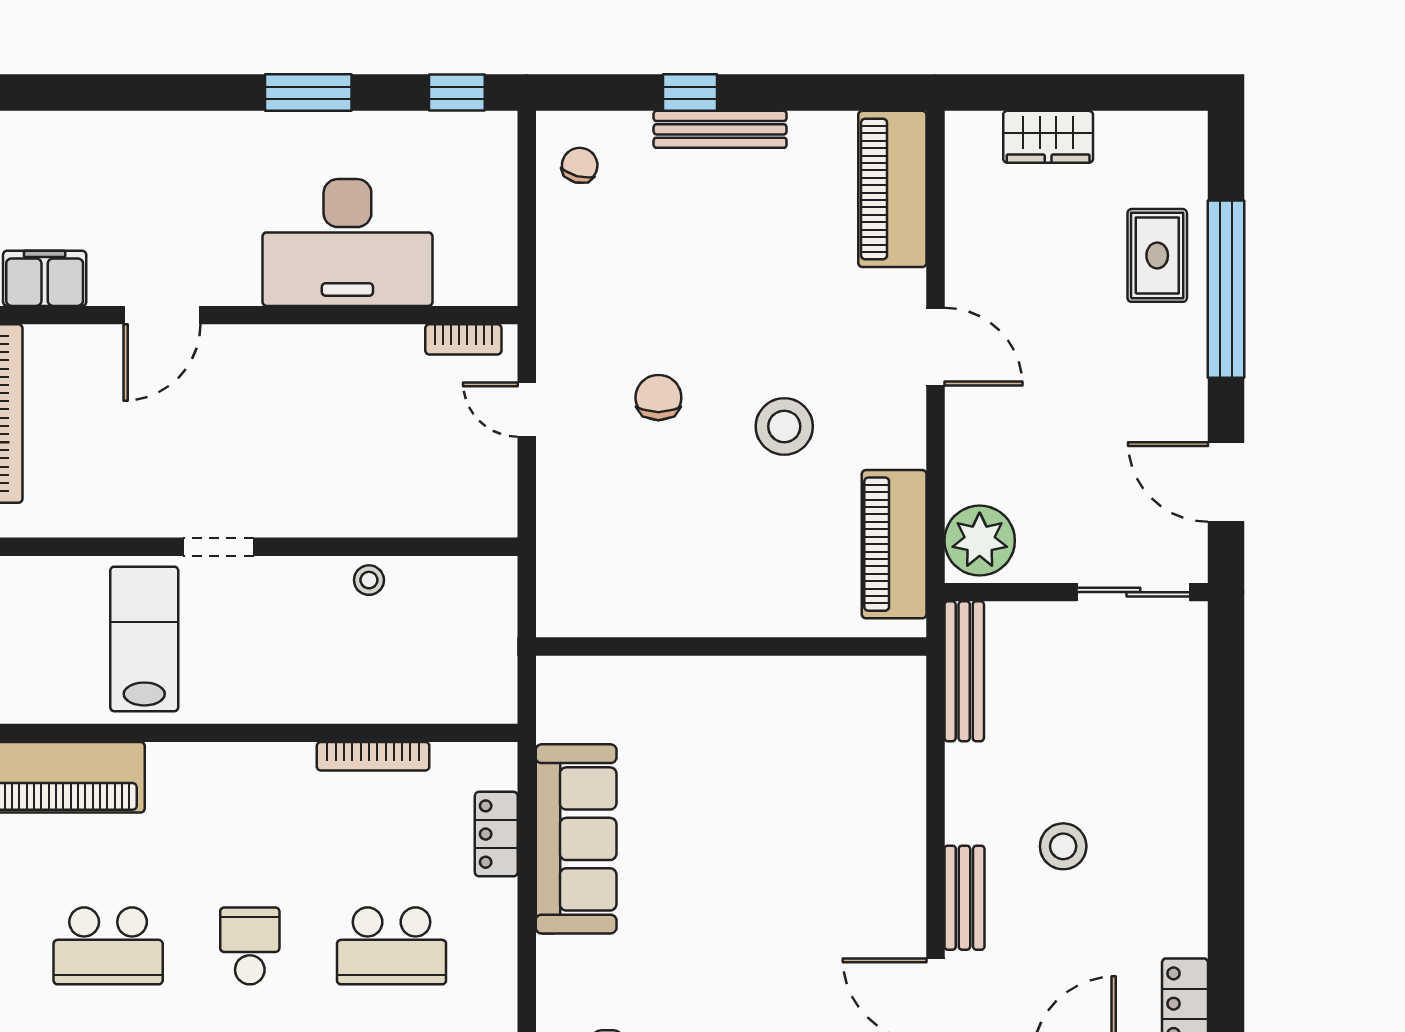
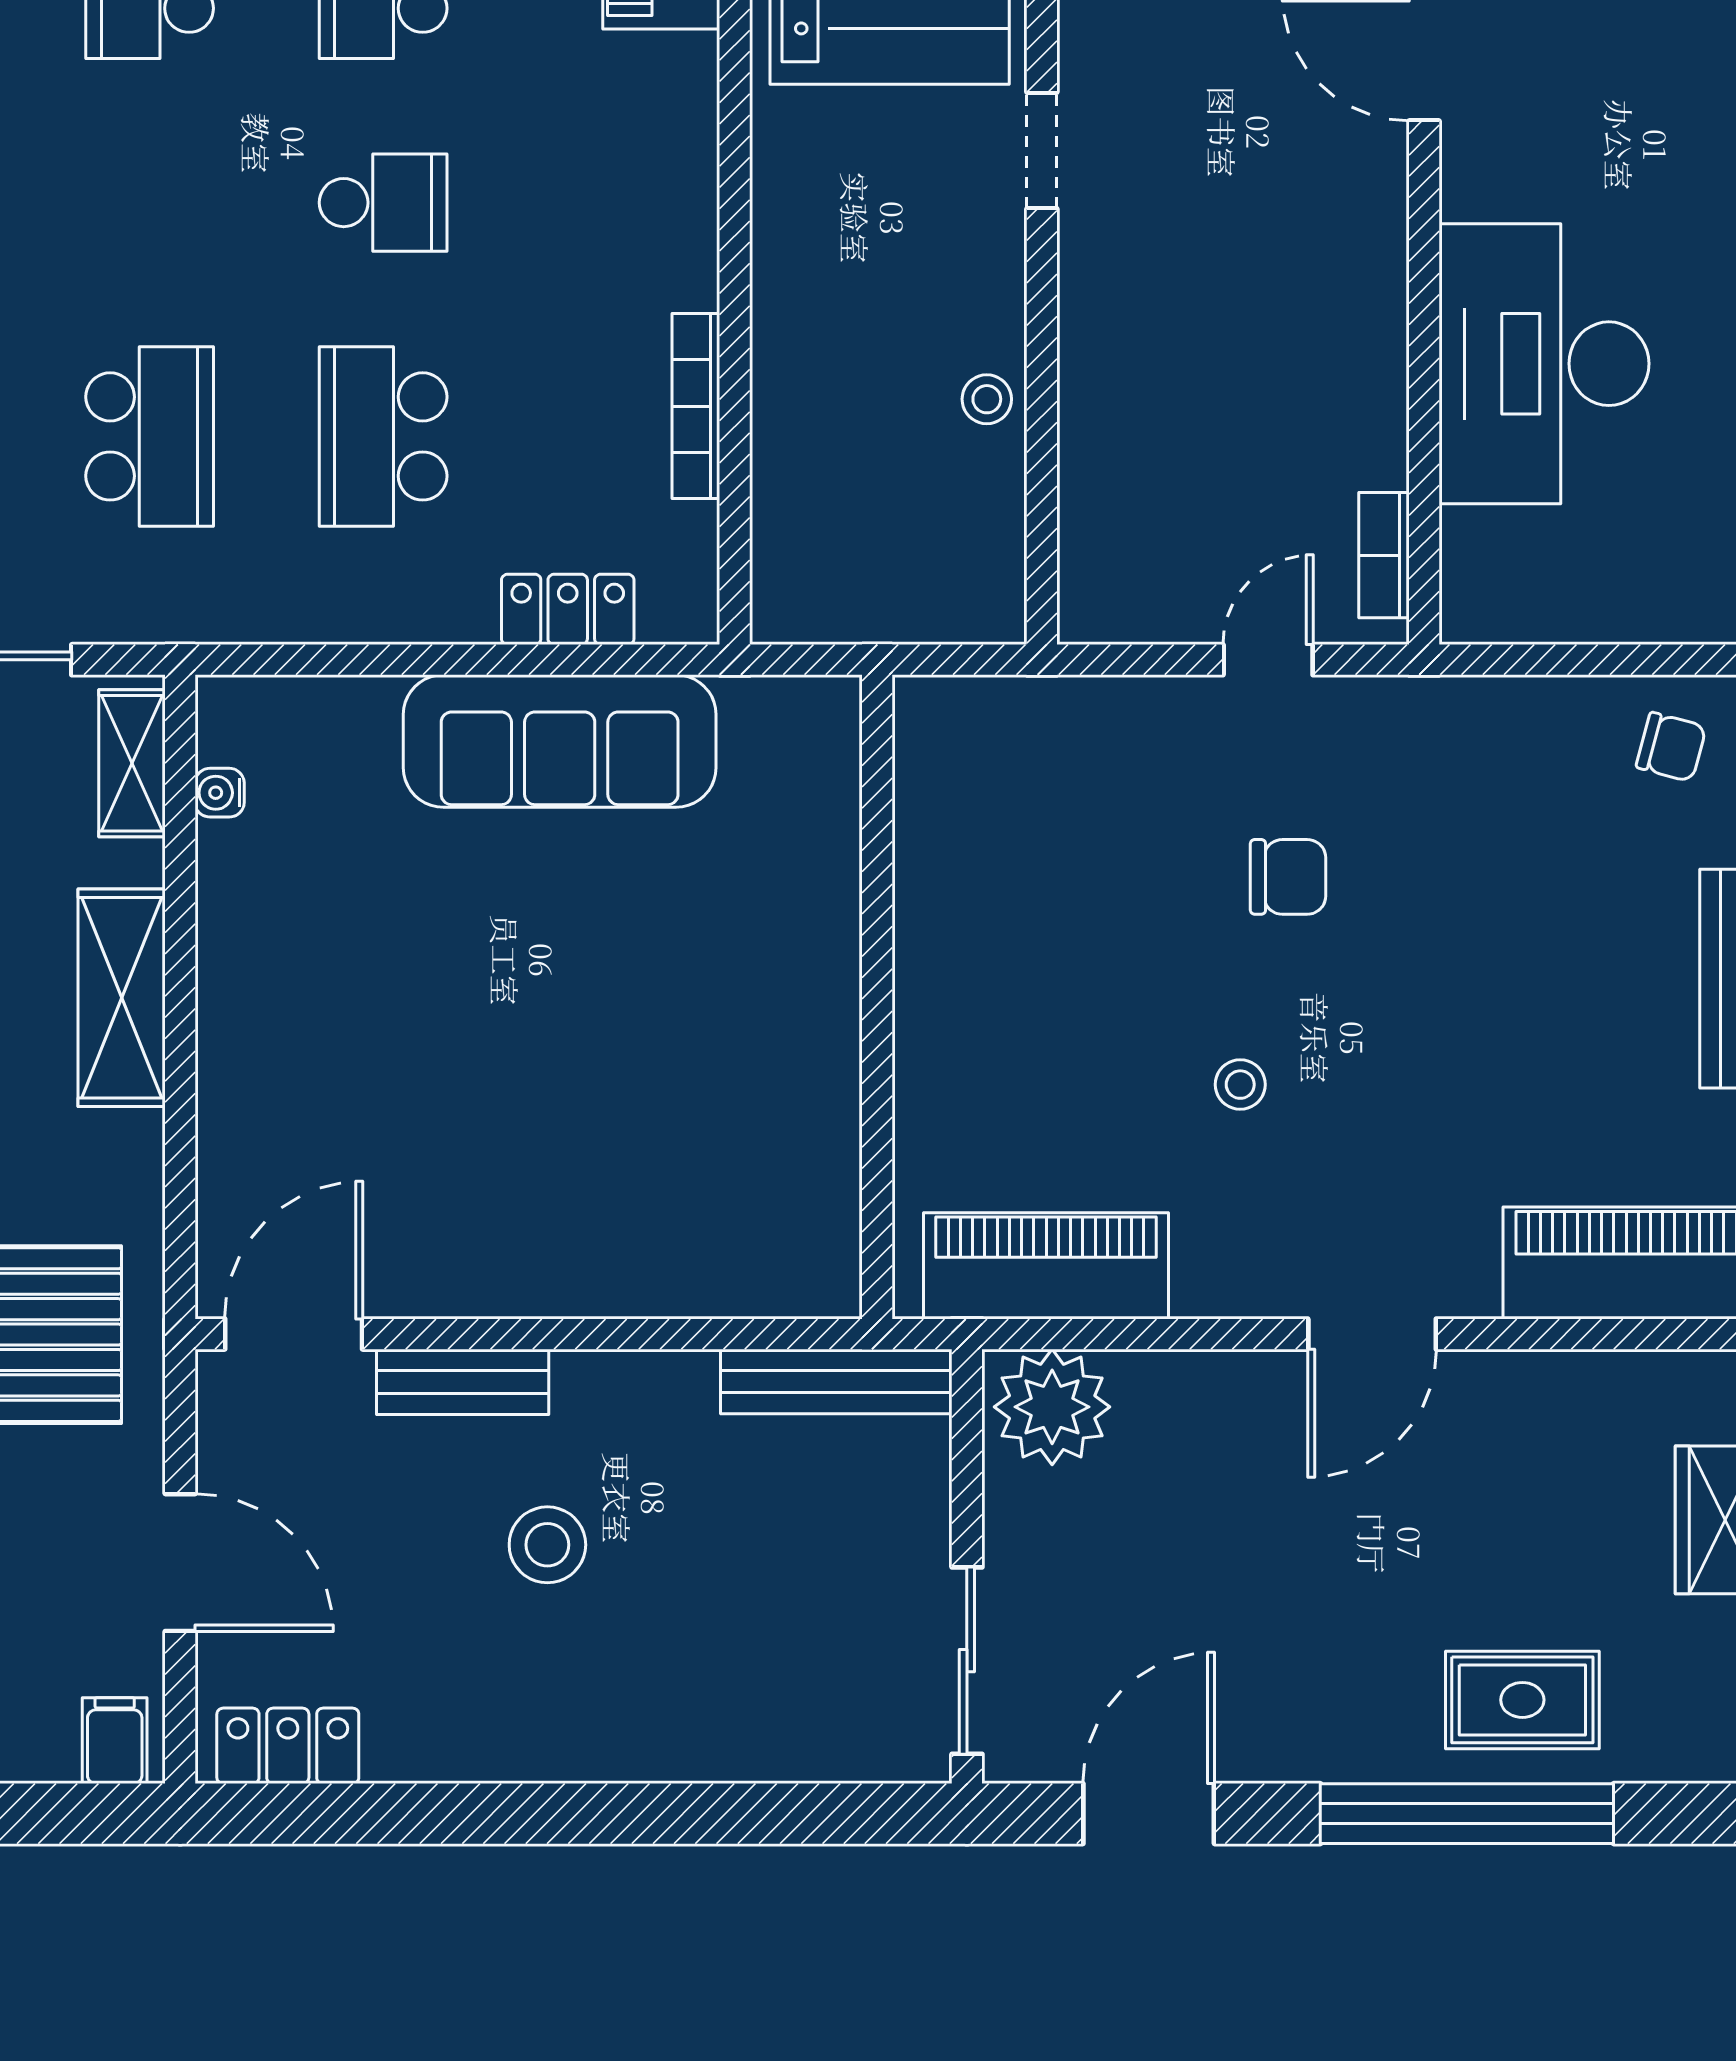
stool: (784, 426) -> (1240, 1085), width x0.53, depth x0.53

